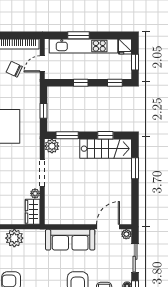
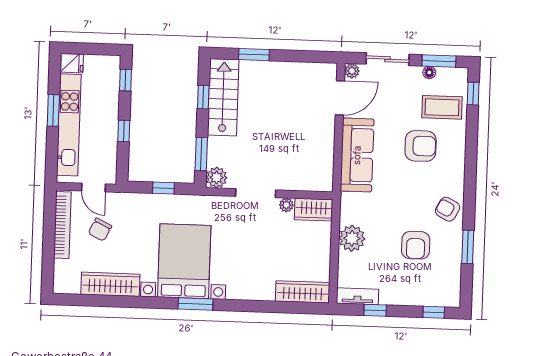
window: (79, 35) -> (53, 110), moved
window: (135, 62) -> (96, 49), removed
door: (108, 227) -> (340, 98), swing flipped

